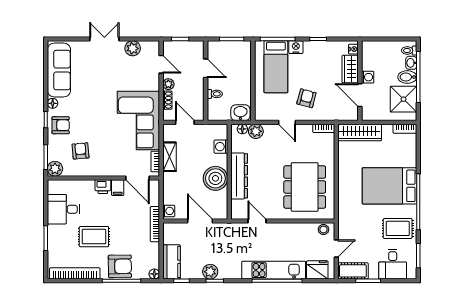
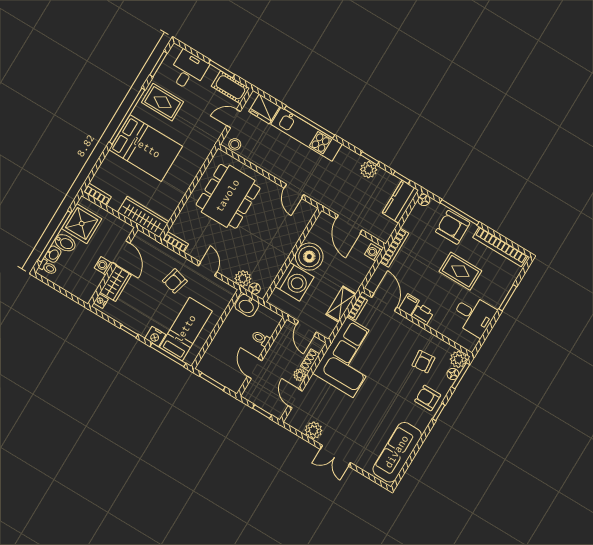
floor lamp: (53, 103) -> (453, 374), moved
washing machine: (221, 147) -> (295, 282), width x1.89, depth x1.89
dresser: (239, 176) -> (285, 245), removed

